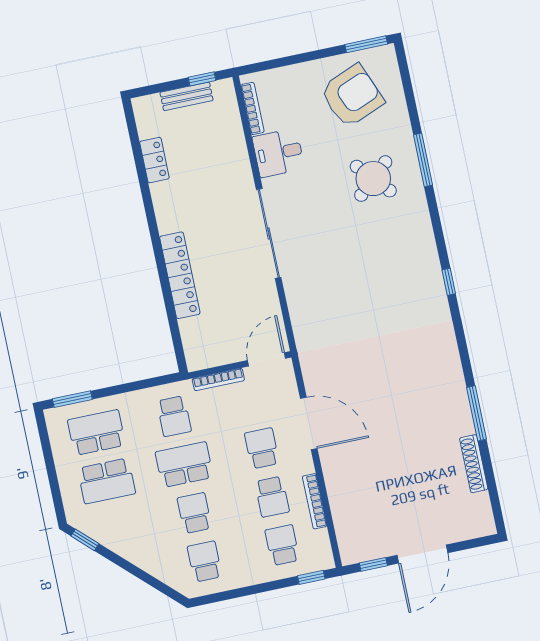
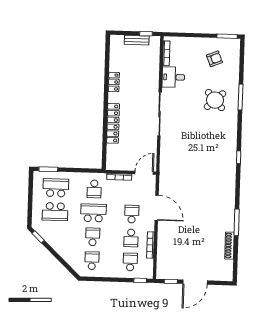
armchair: (352, 96) -> (214, 59), width x0.53, depth x0.53
locker: (154, 160) -> (114, 82), moved

